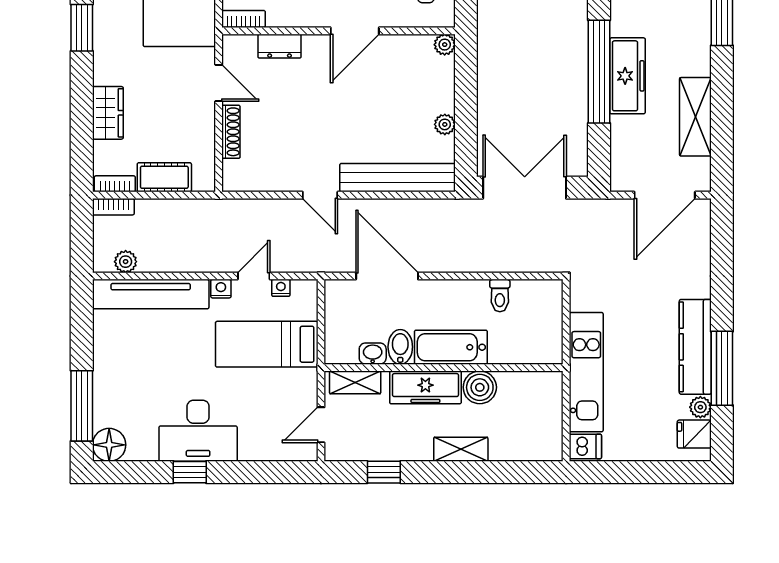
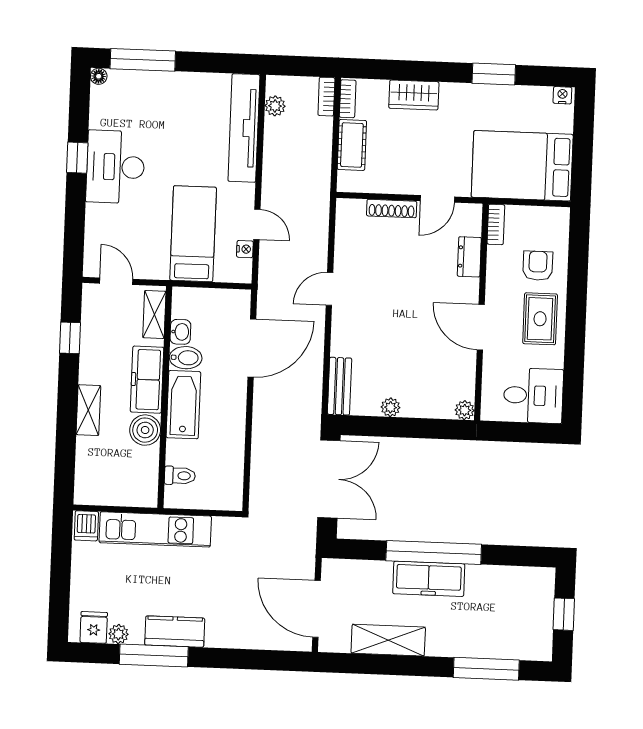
bench: (398, 178) -> (340, 386), width x0.54, depth x0.82
nightstand: (221, 289) -> (246, 193), removed
toilet: (500, 296) -> (180, 476), moved, turned 180
kitchen counter: (695, 347) -> (175, 632), width x0.67
floor lamp: (109, 445) -> (99, 76), width x0.53, depth x0.53

